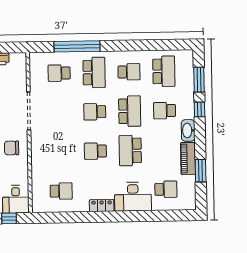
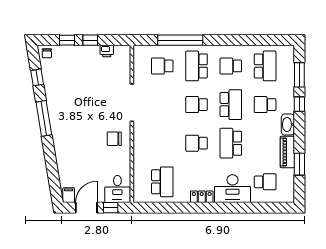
school desk: (94, 72) -> (197, 66), turned 180
school desk: (129, 72) -> (231, 66), turned 180
school desk: (61, 191) -> (162, 182), width x1.85

